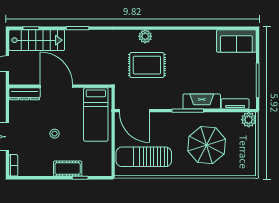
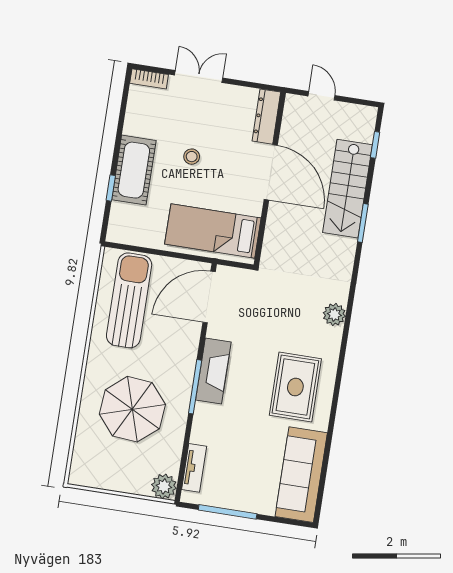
plant: (145, 36) -> (334, 314), moved
stairs: (37, 40) -> (348, 189), moved
sofa: (236, 41) -> (301, 475), width x1.36
rug: (147, 65) -> (295, 387), moved
door: (56, 86) -> (271, 172), hinge flipped
fireplace: (202, 101) -> (213, 371), moved
cot: (68, 169) -> (134, 170), width x1.37, depth x1.34

